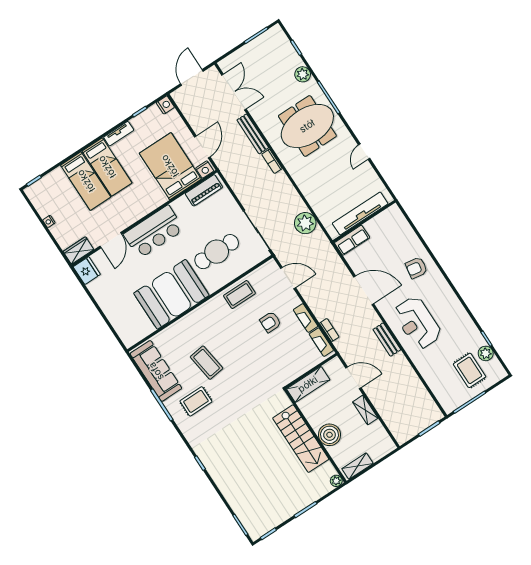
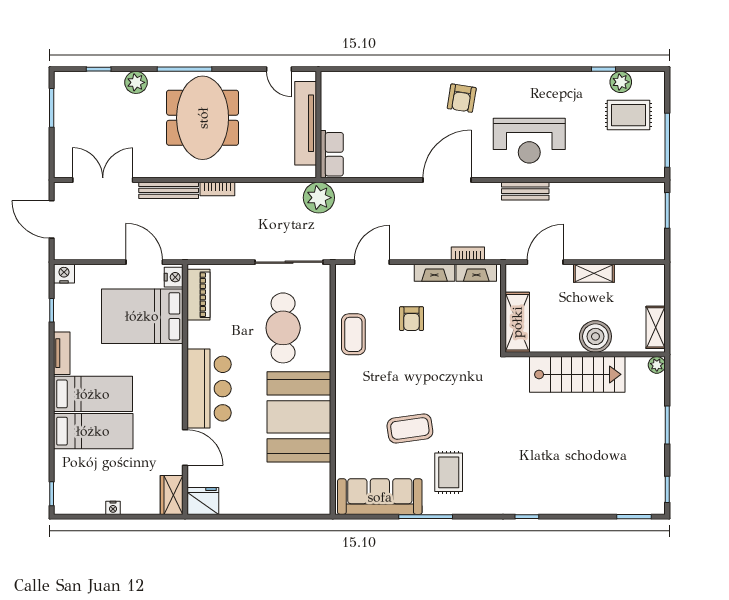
tv unit: (360, 213) -> (306, 123), moved
wall: (364, 221) -> (318, 125), moved
row of seats: (352, 240) -> (332, 154), moved

